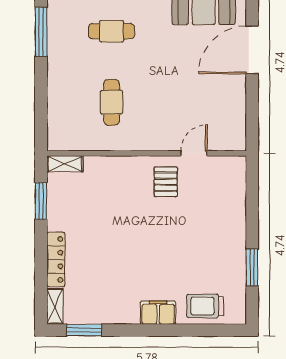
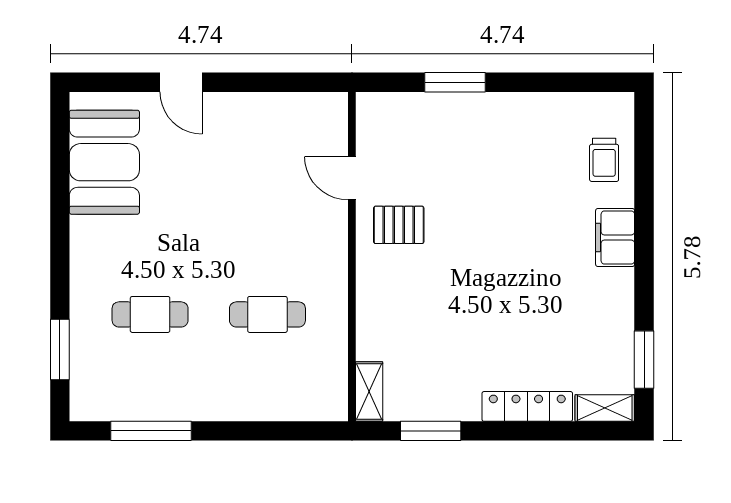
cafe table: (112, 31) -> (150, 314), turned 90
door: (252, 50) -> (181, 82), width x0.53
window: (252, 267) -> (455, 82), moved
trolley: (205, 306) -> (604, 160), width x0.73, depth x0.72

